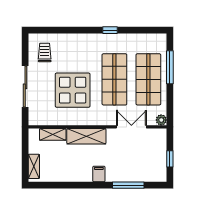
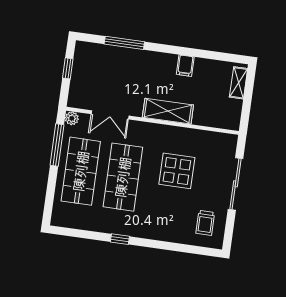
window: (170, 67) -> (57, 145), moved
display table: (73, 90) -> (177, 171), width x0.73, depth x0.73
shelving: (53, 134) -> (209, 119), removed
filing cabinet: (99, 174) -> (185, 66), moved

